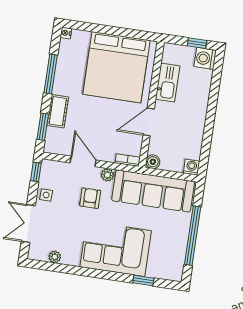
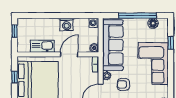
window: (127, 33) -> (15, 77), added
washing machine: (205, 58) -> (67, 25), moved
door: (149, 122) -> (69, 54), swing flipped
floor lamp: (177, 258) -> (153, 23), added

